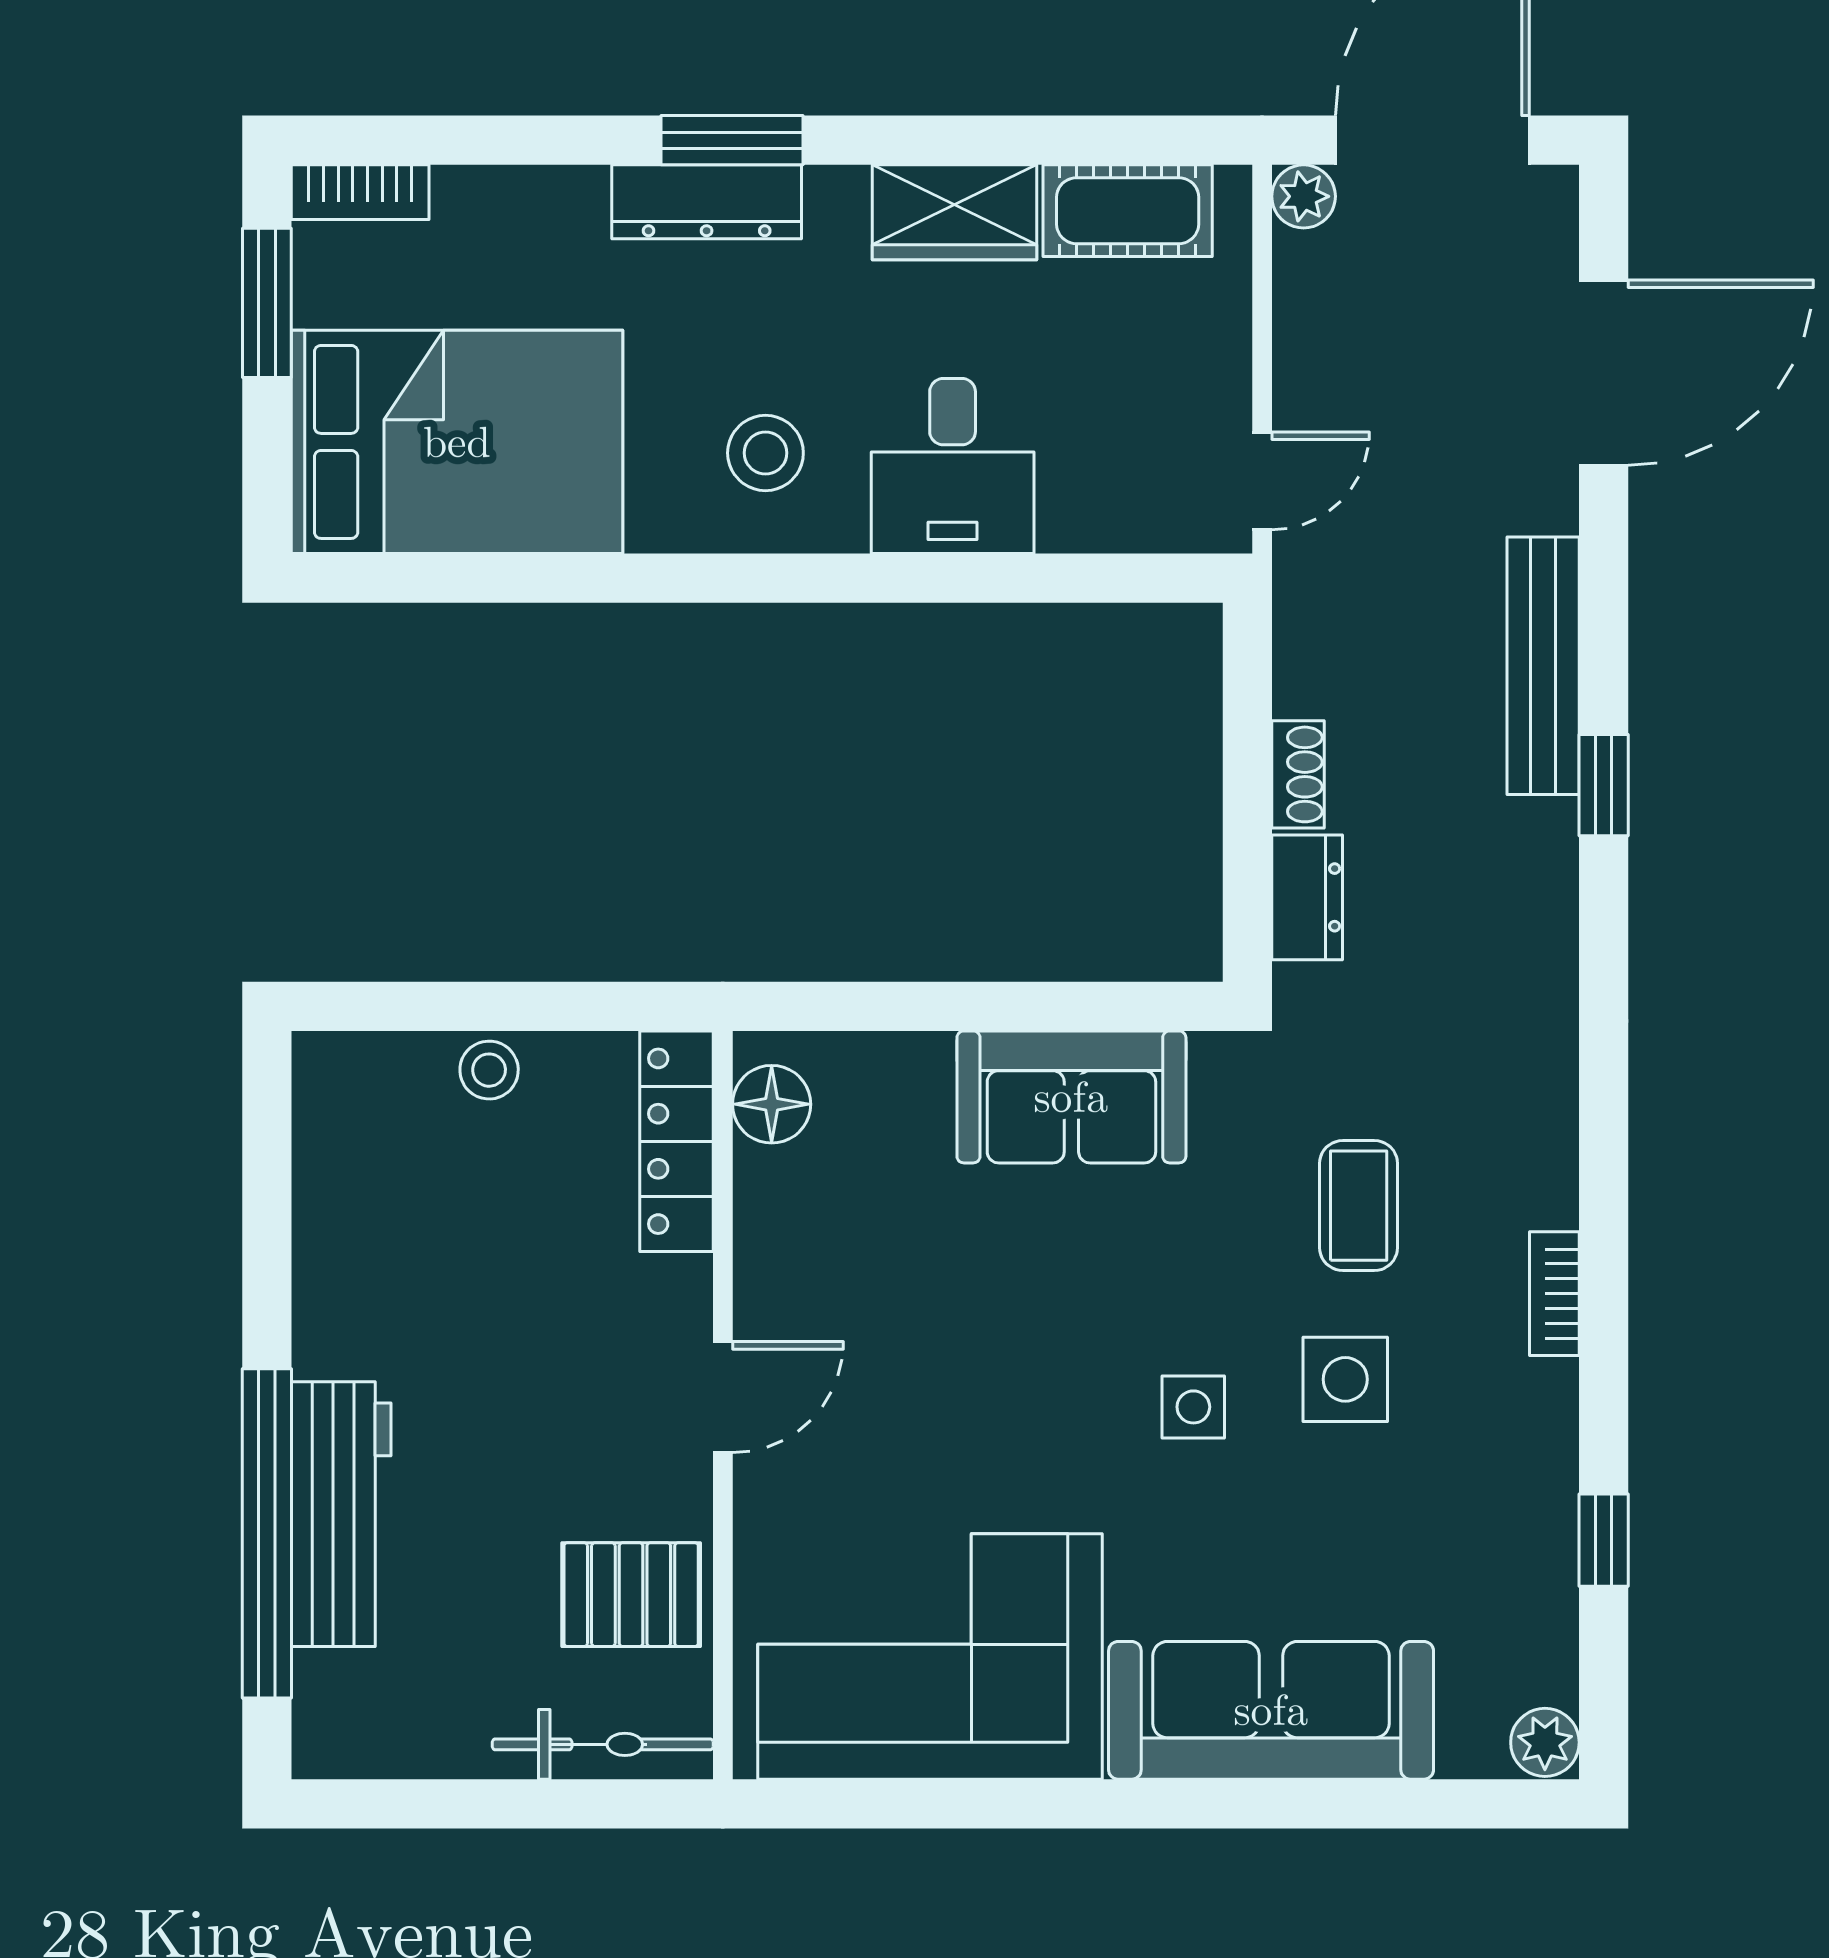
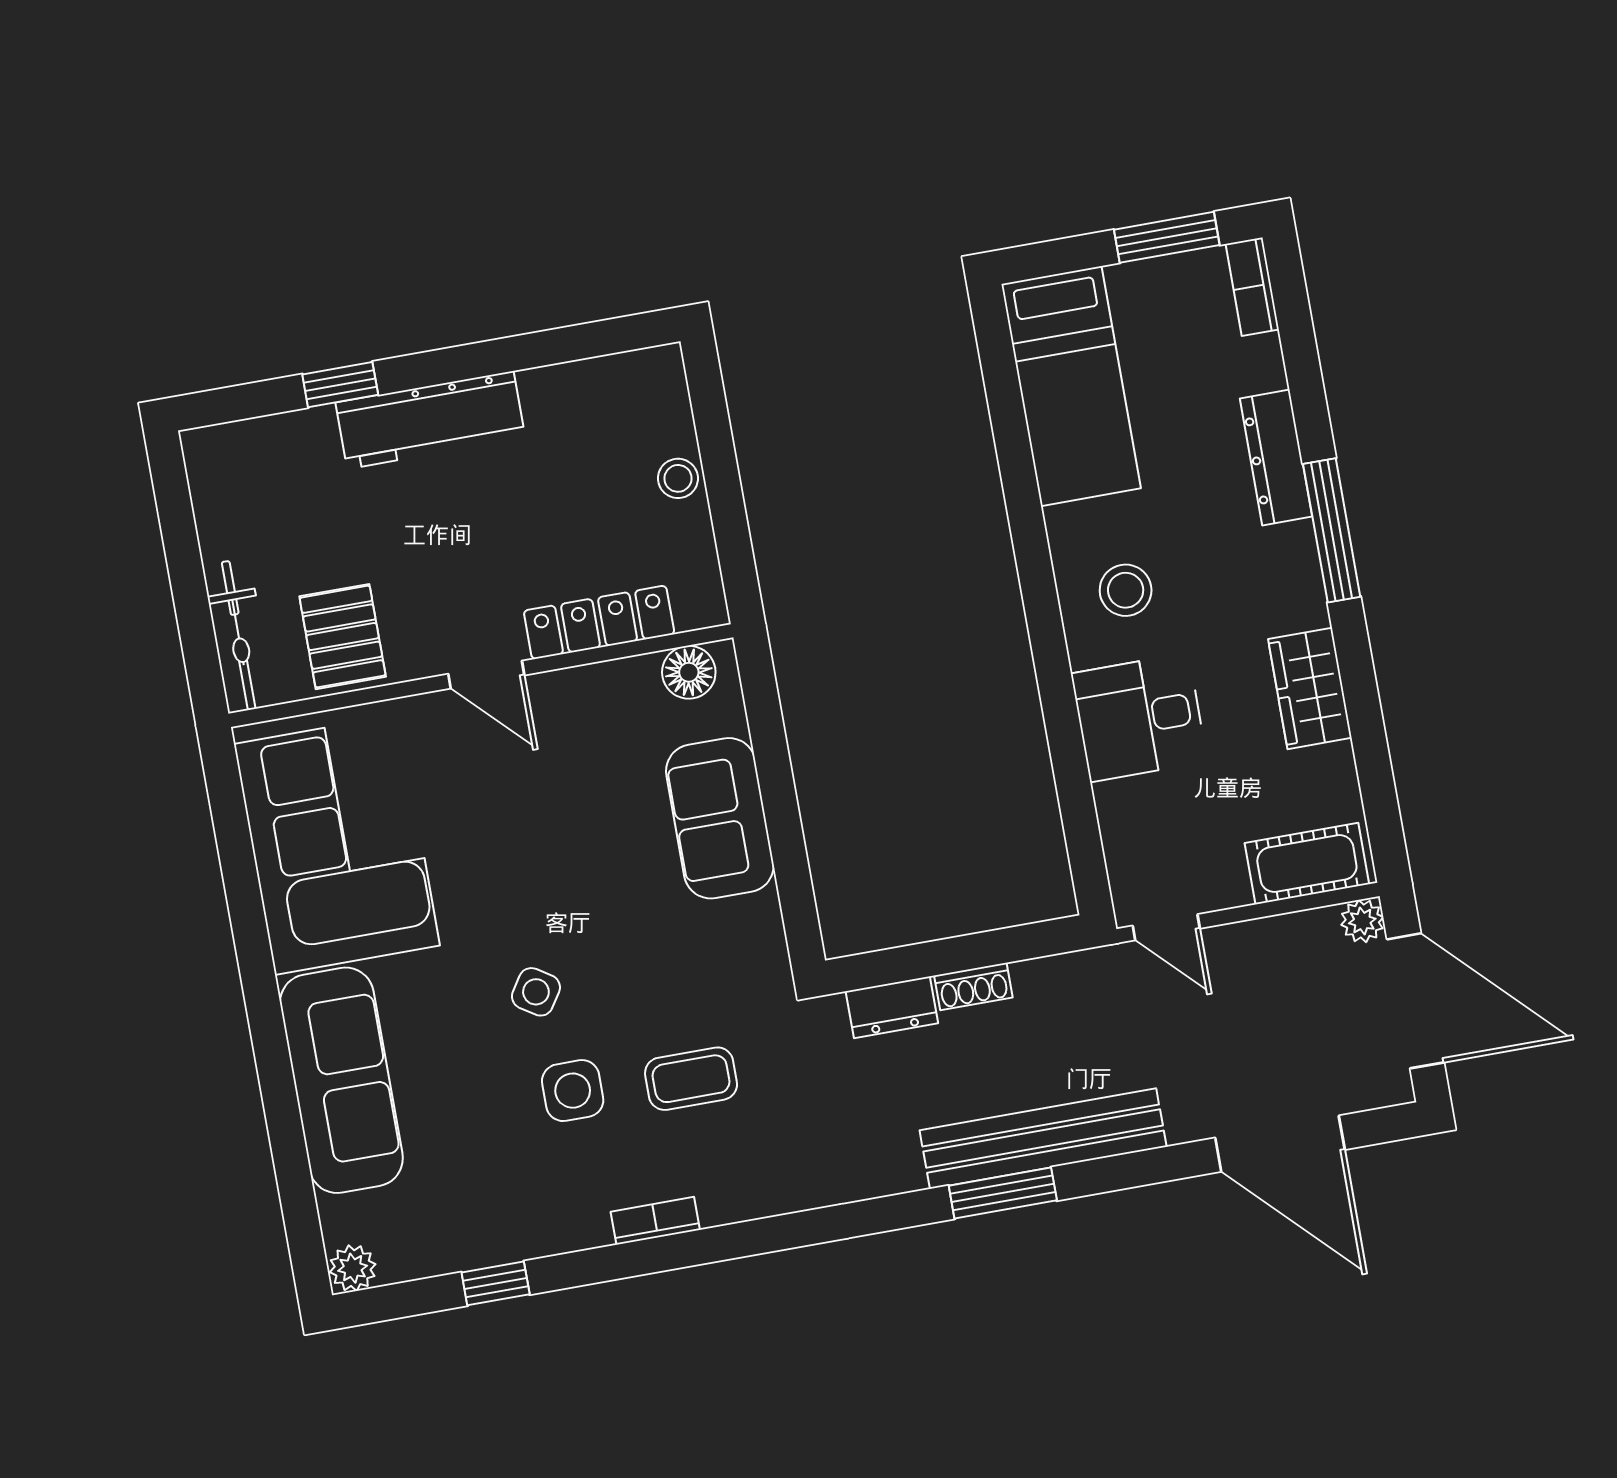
window: (732, 140) -> (1332, 530), width x1.44
dresser: (707, 202) -> (1276, 457), moved
cot: (1128, 211) -> (1307, 864), moved, turned 90
bed: (457, 442) -> (1071, 386), width x0.67
bench: (1543, 666) -> (1043, 1139), width x1.37, depth x1.21
window: (1604, 785) -> (1003, 1193), width x1.50
sofa: (1071, 1097) -> (720, 818), moved
locker: (676, 1141) -> (599, 622), moved
side table: (1193, 1407) -> (536, 992), turned 33
workbench: (341, 1514) -> (430, 420), moved
window: (267, 1533) -> (340, 385), width x0.32

